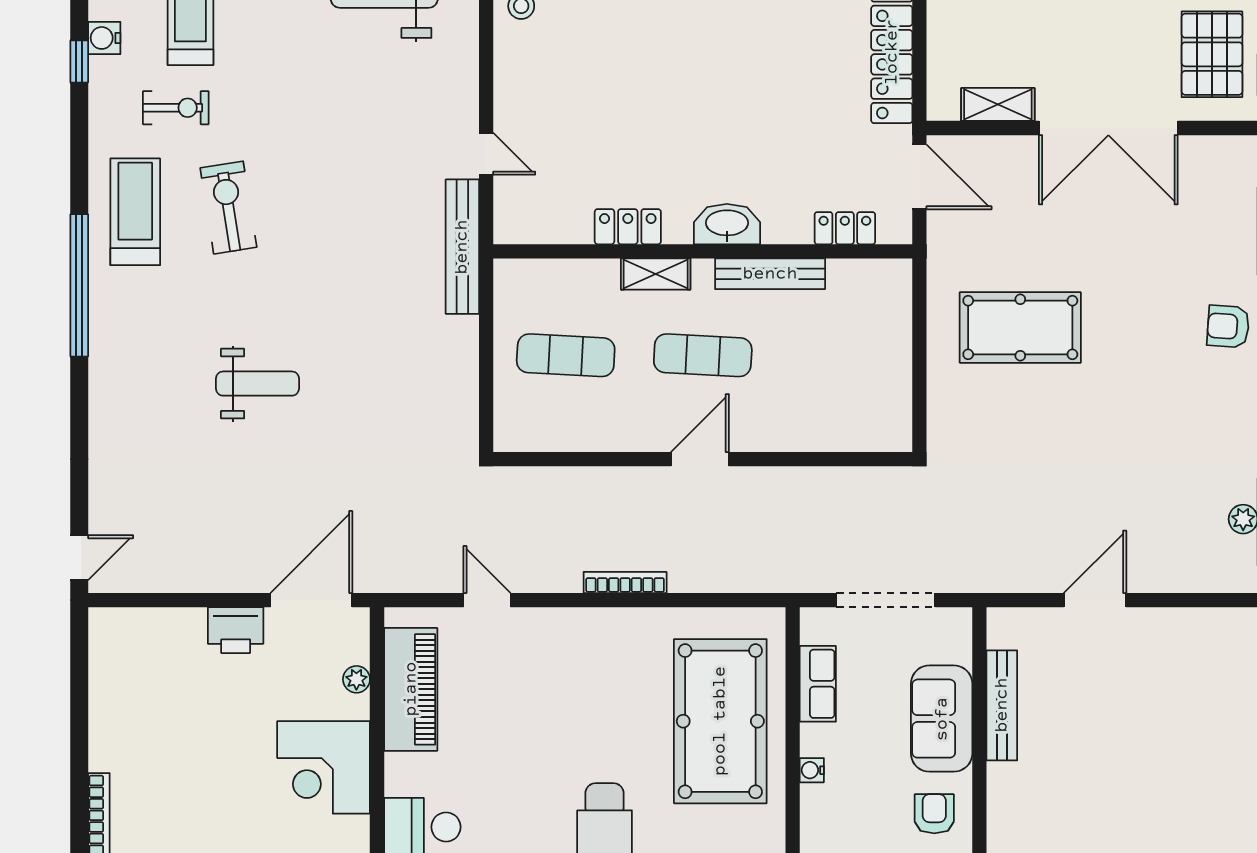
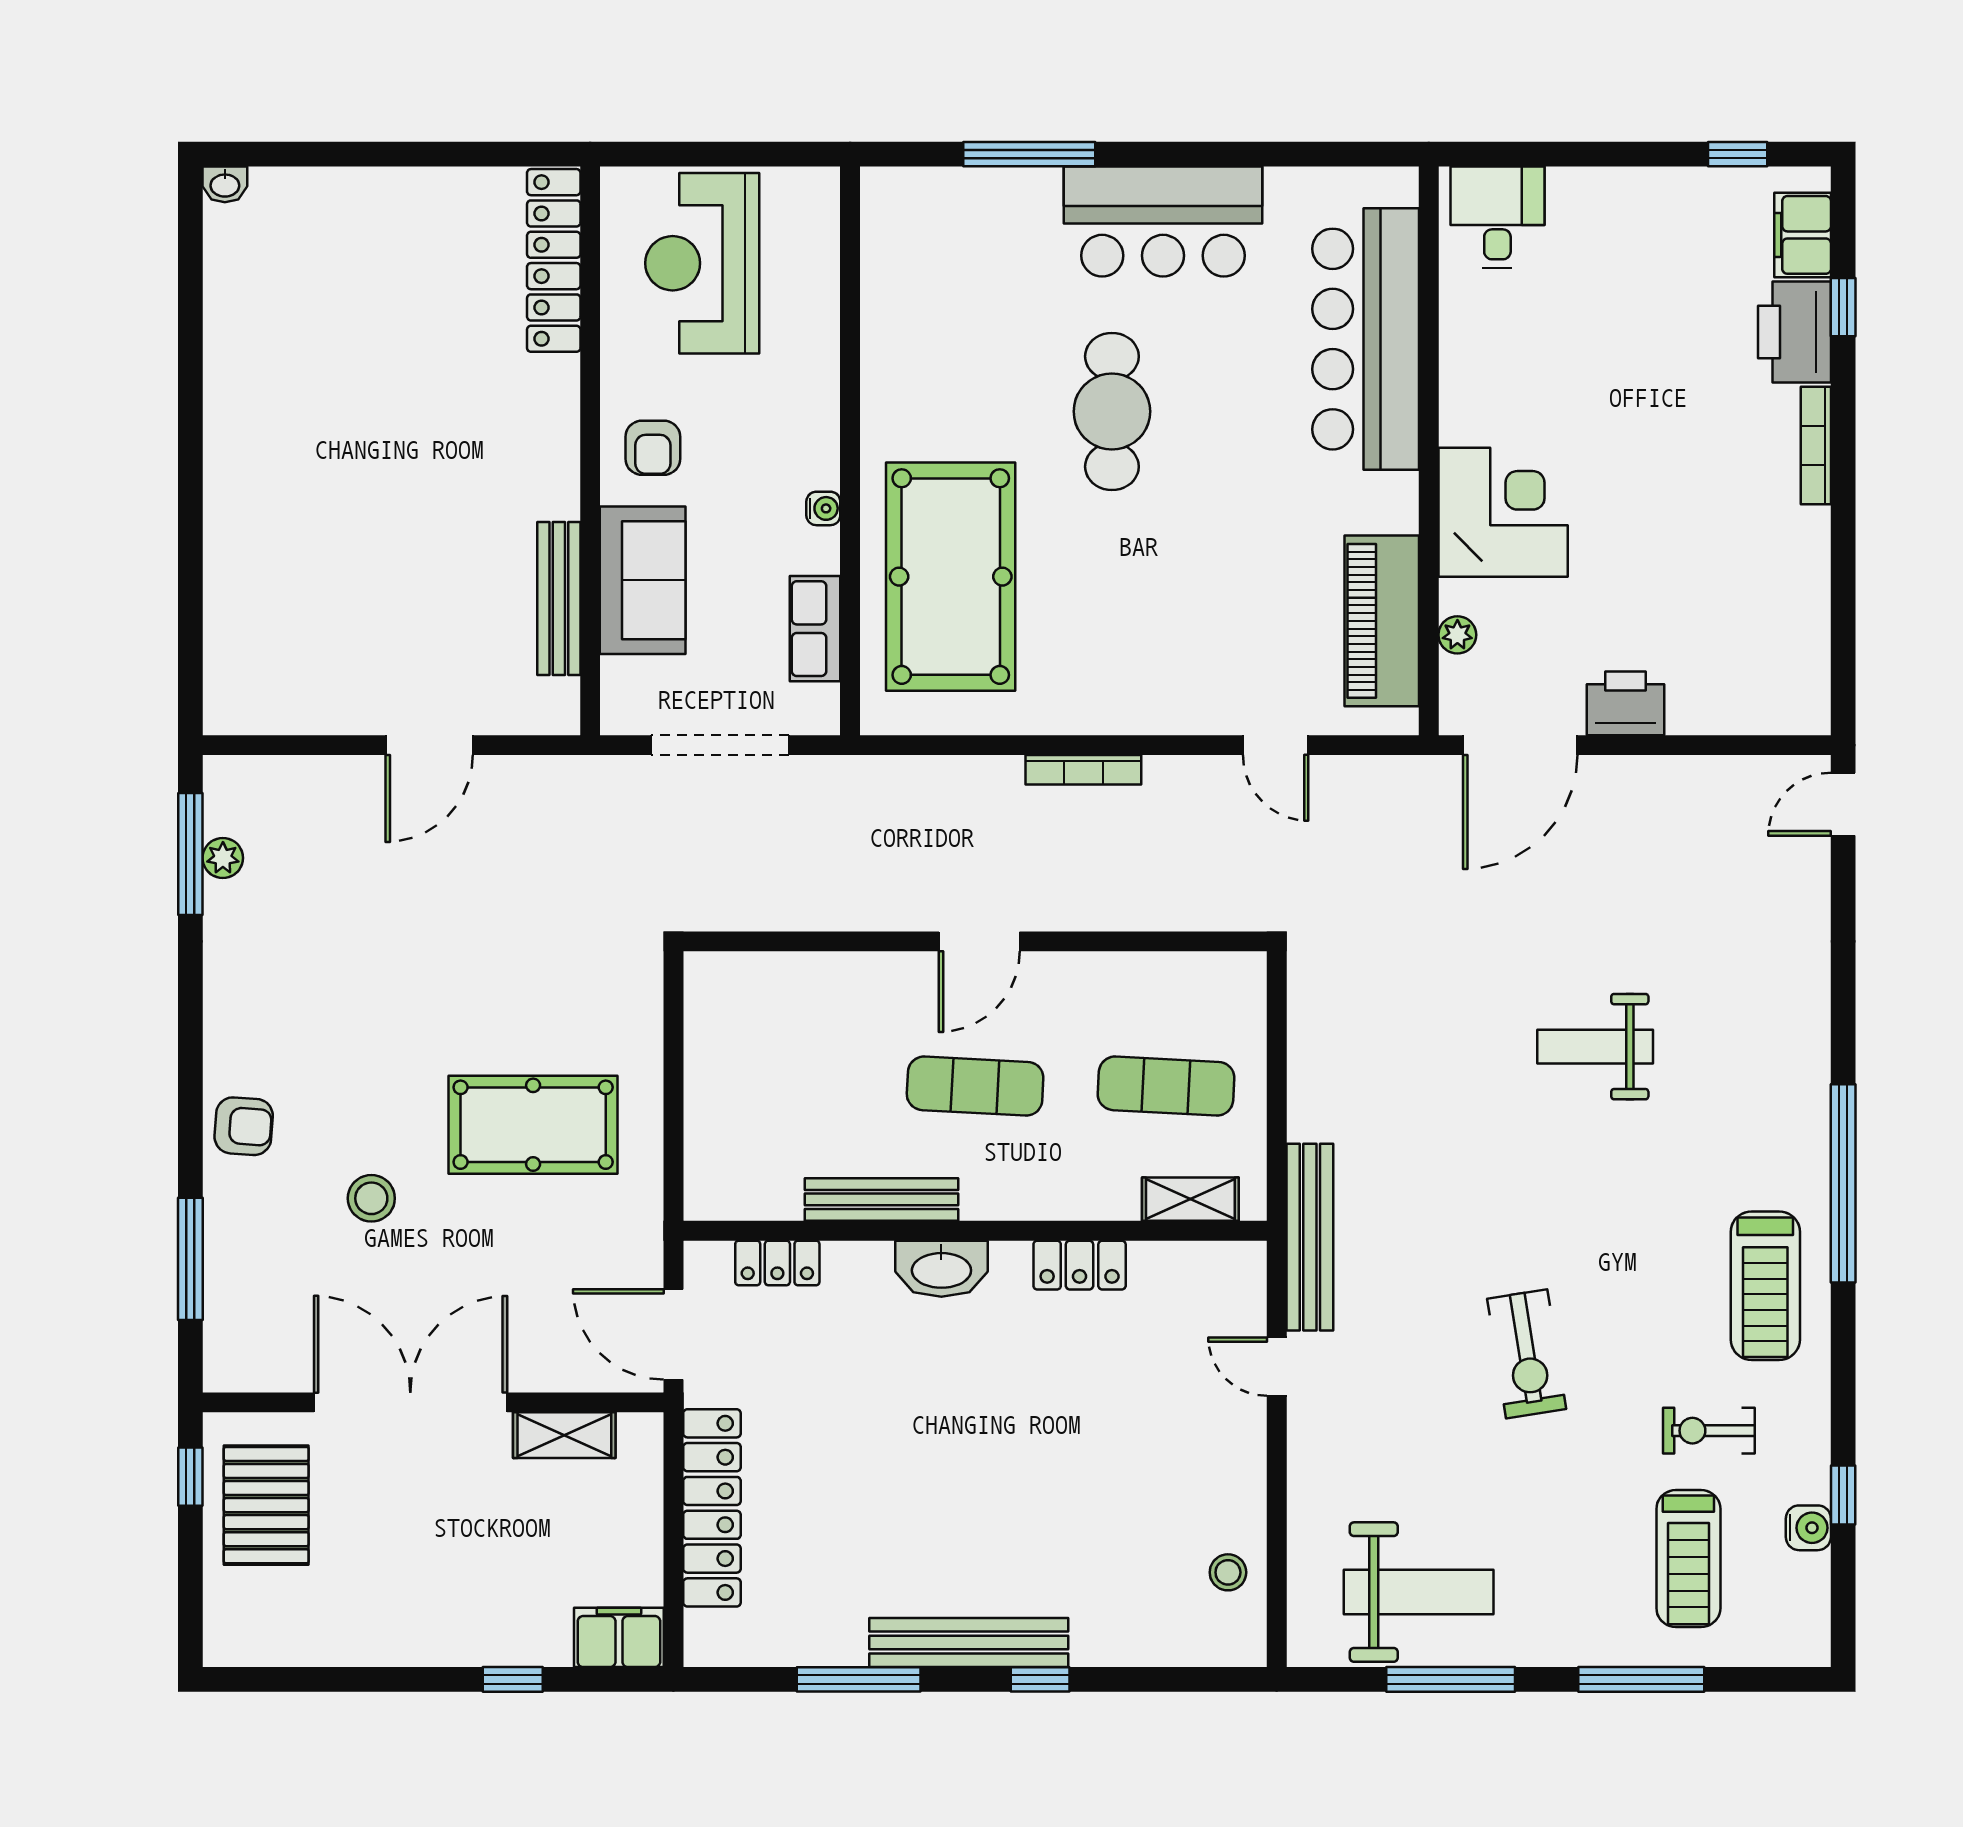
exercise bike: (228, 208) -> (1527, 1354), moved
shelving: (656, 274) -> (1190, 1199), moved
stool: (1136, 275) -> (371, 1198), added

